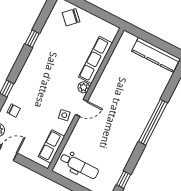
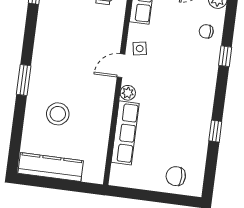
chair: (71, 17) -> (176, 176), turned -136
stool: (138, 90) -> (58, 114), added
window: (153, 122) -> (24, 80), width x0.47

